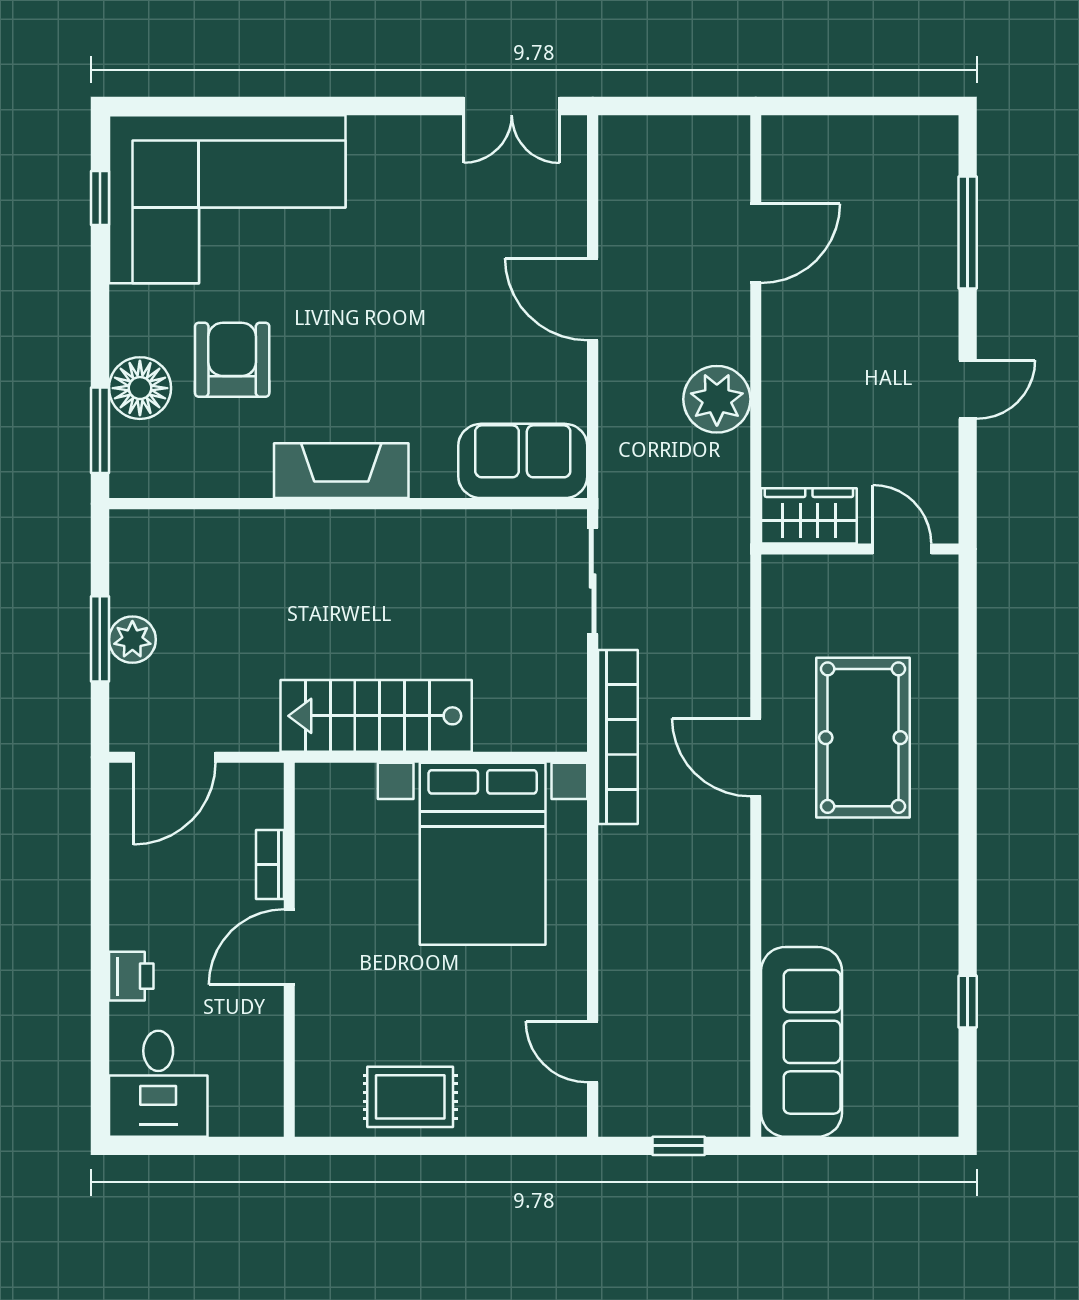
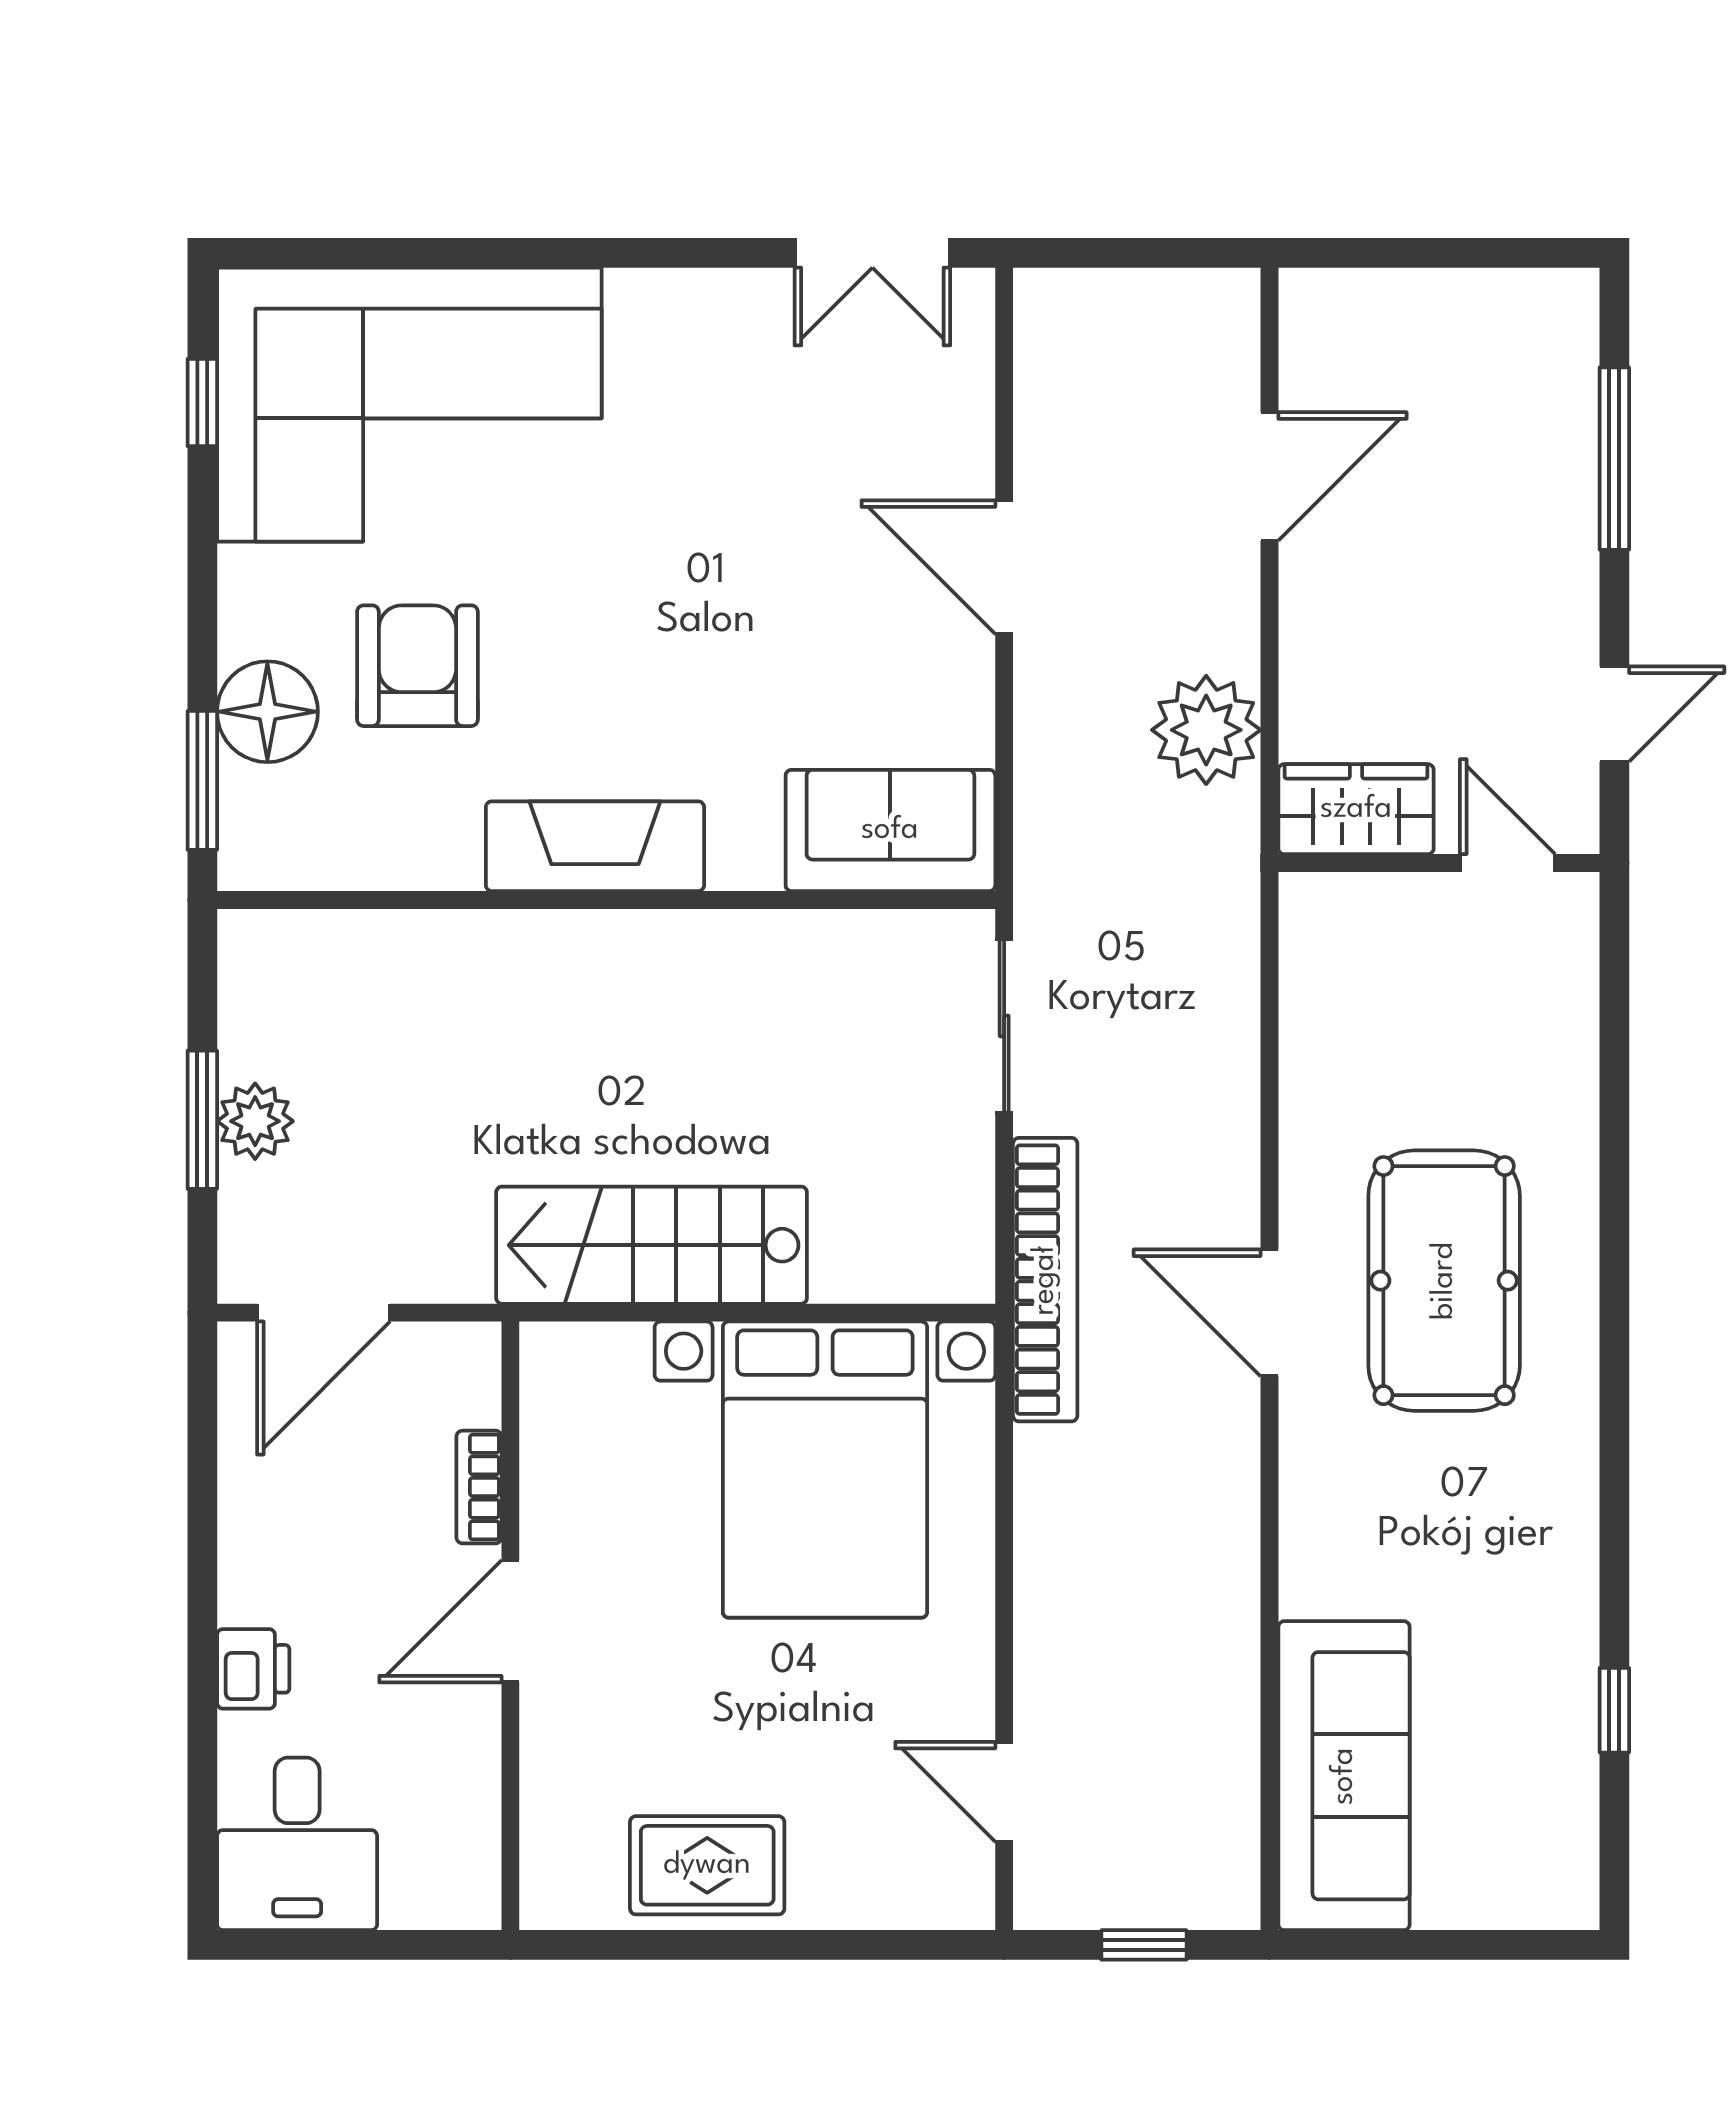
wardrobe: (809, 516) -> (1356, 809), moved
wall: (860, 549) -> (1439, 863), moved
door: (902, 549) -> (1508, 863), moved

